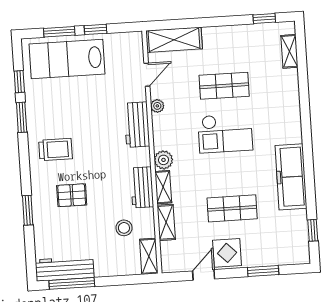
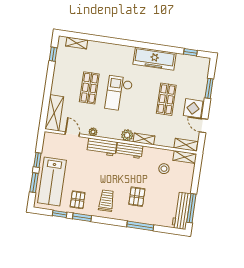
pallet: (47, 105) -> (78, 200), added
checkout: (225, 133) -> (119, 94), turned 180
workbench: (142, 187) -> (129, 150), moved
window: (28, 210) -> (140, 226), width x1.44
shelving: (166, 222) -> (186, 145), moved

